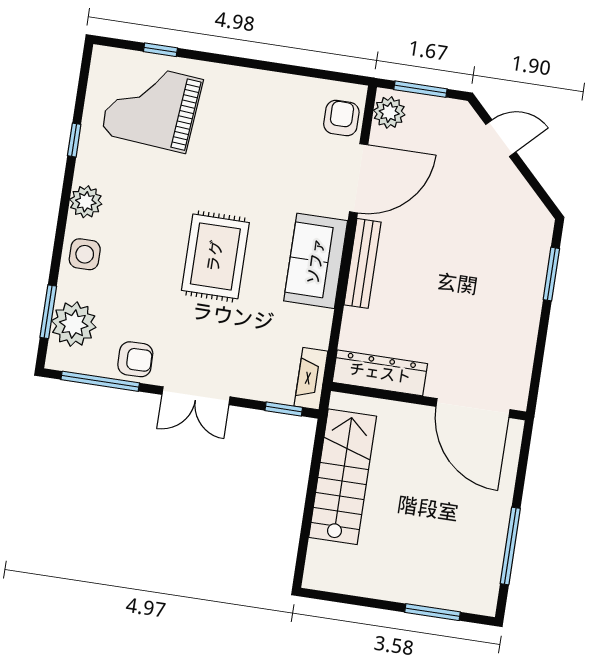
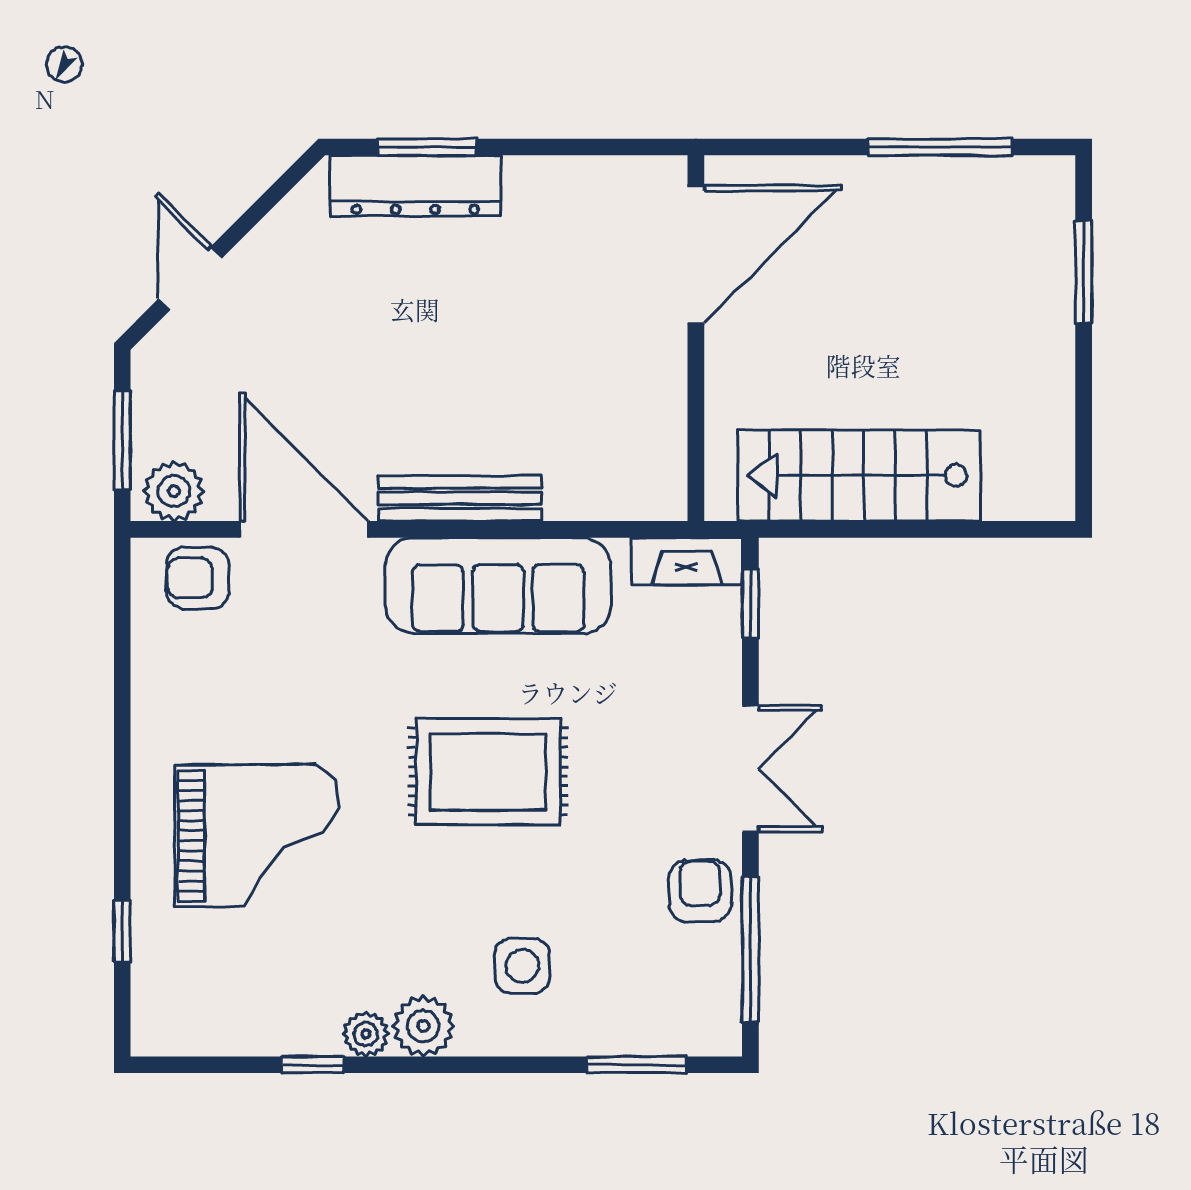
grand piano: (152, 106) -> (257, 836), moved, turned -95
side table: (85, 254) -> (522, 966), moved
sofa: (316, 261) -> (498, 586), width x1.36
plant: (74, 324) -> (366, 1034), moved, width x0.53, depth x0.53
dresser: (380, 373) -> (415, 186), moved, turned -90

